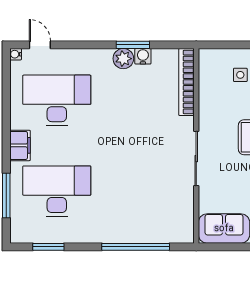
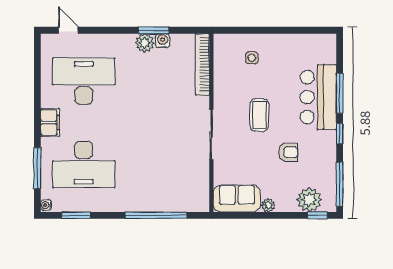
water cooler: (16, 54) -> (46, 205), moved
desk: (57, 191) -> (84, 164), turned 180

